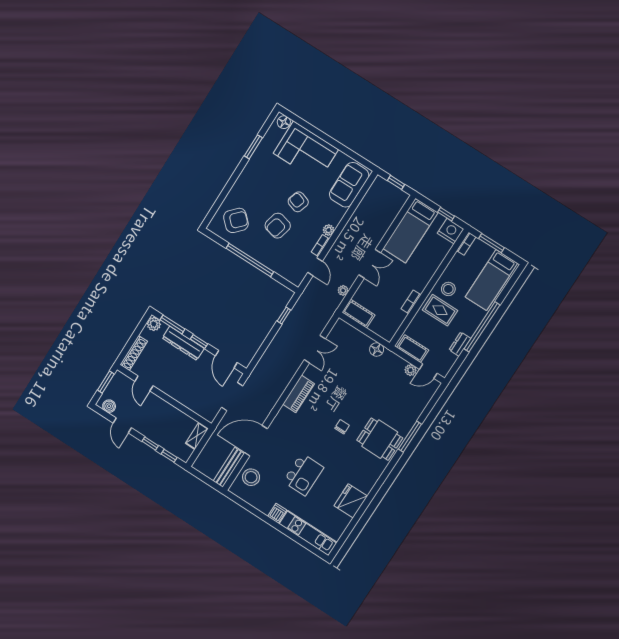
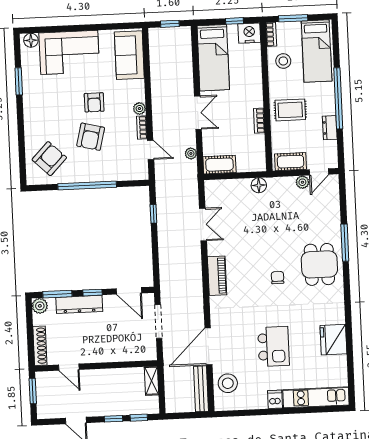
armchair: (298, 202) -> (94, 102), turned -108
stool: (448, 289) -> (283, 61), moved
boiler: (109, 406) -> (51, 411), removed
dining table: (380, 439) -> (319, 264), turned 90

